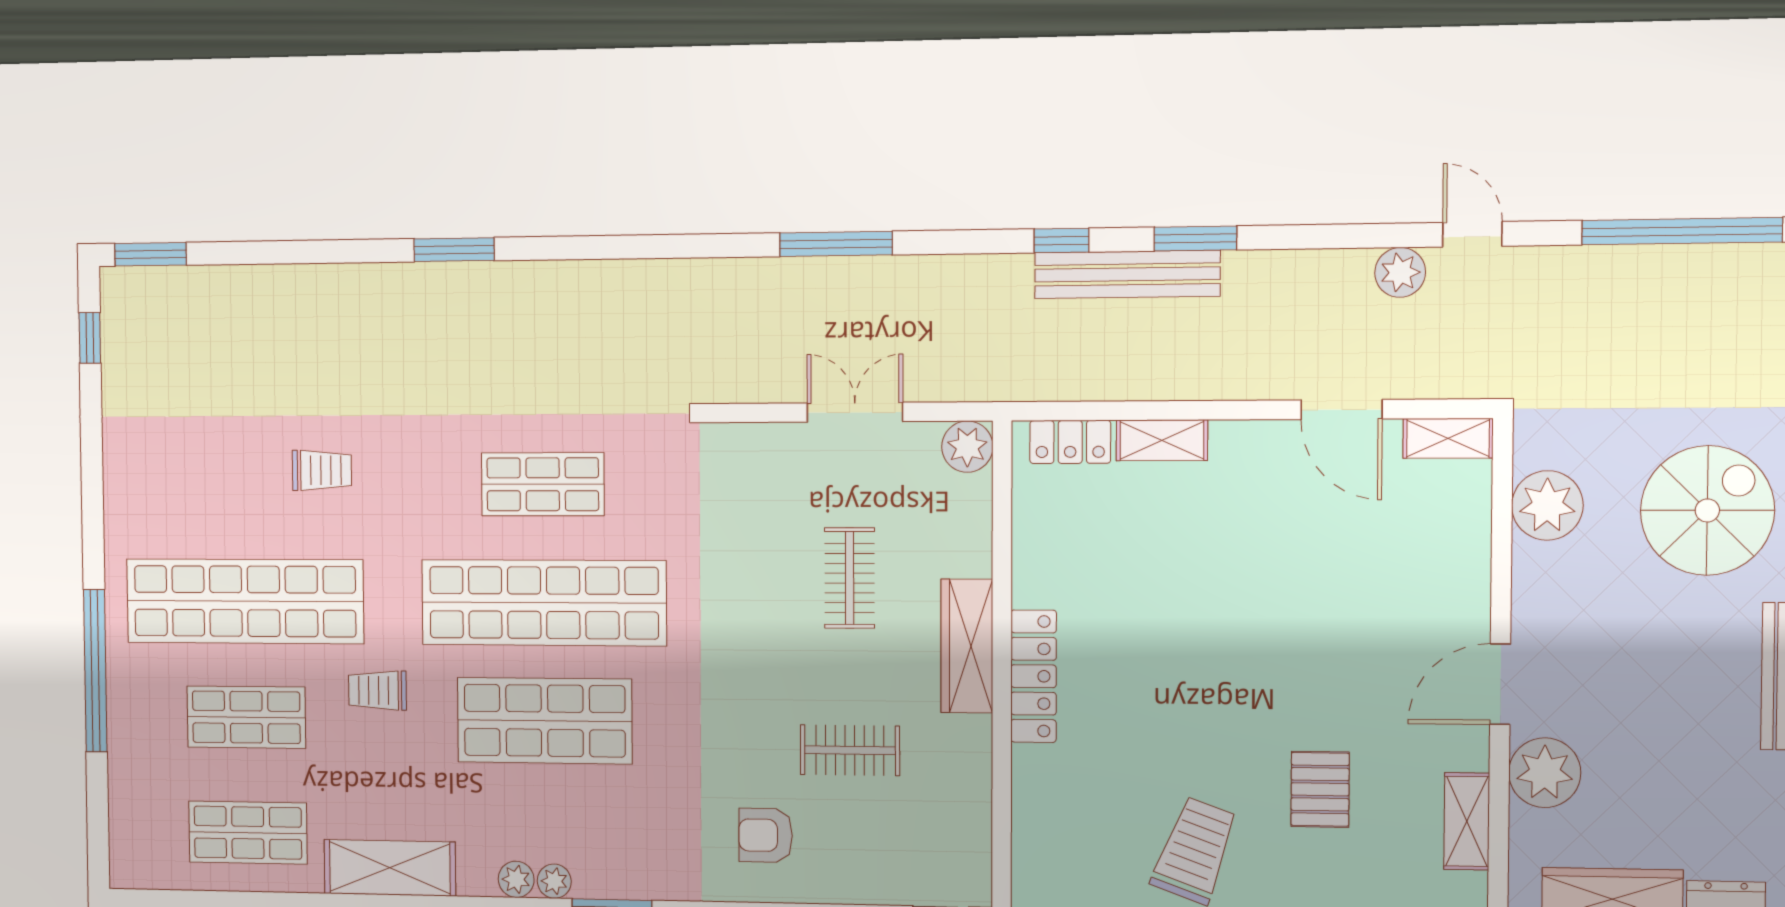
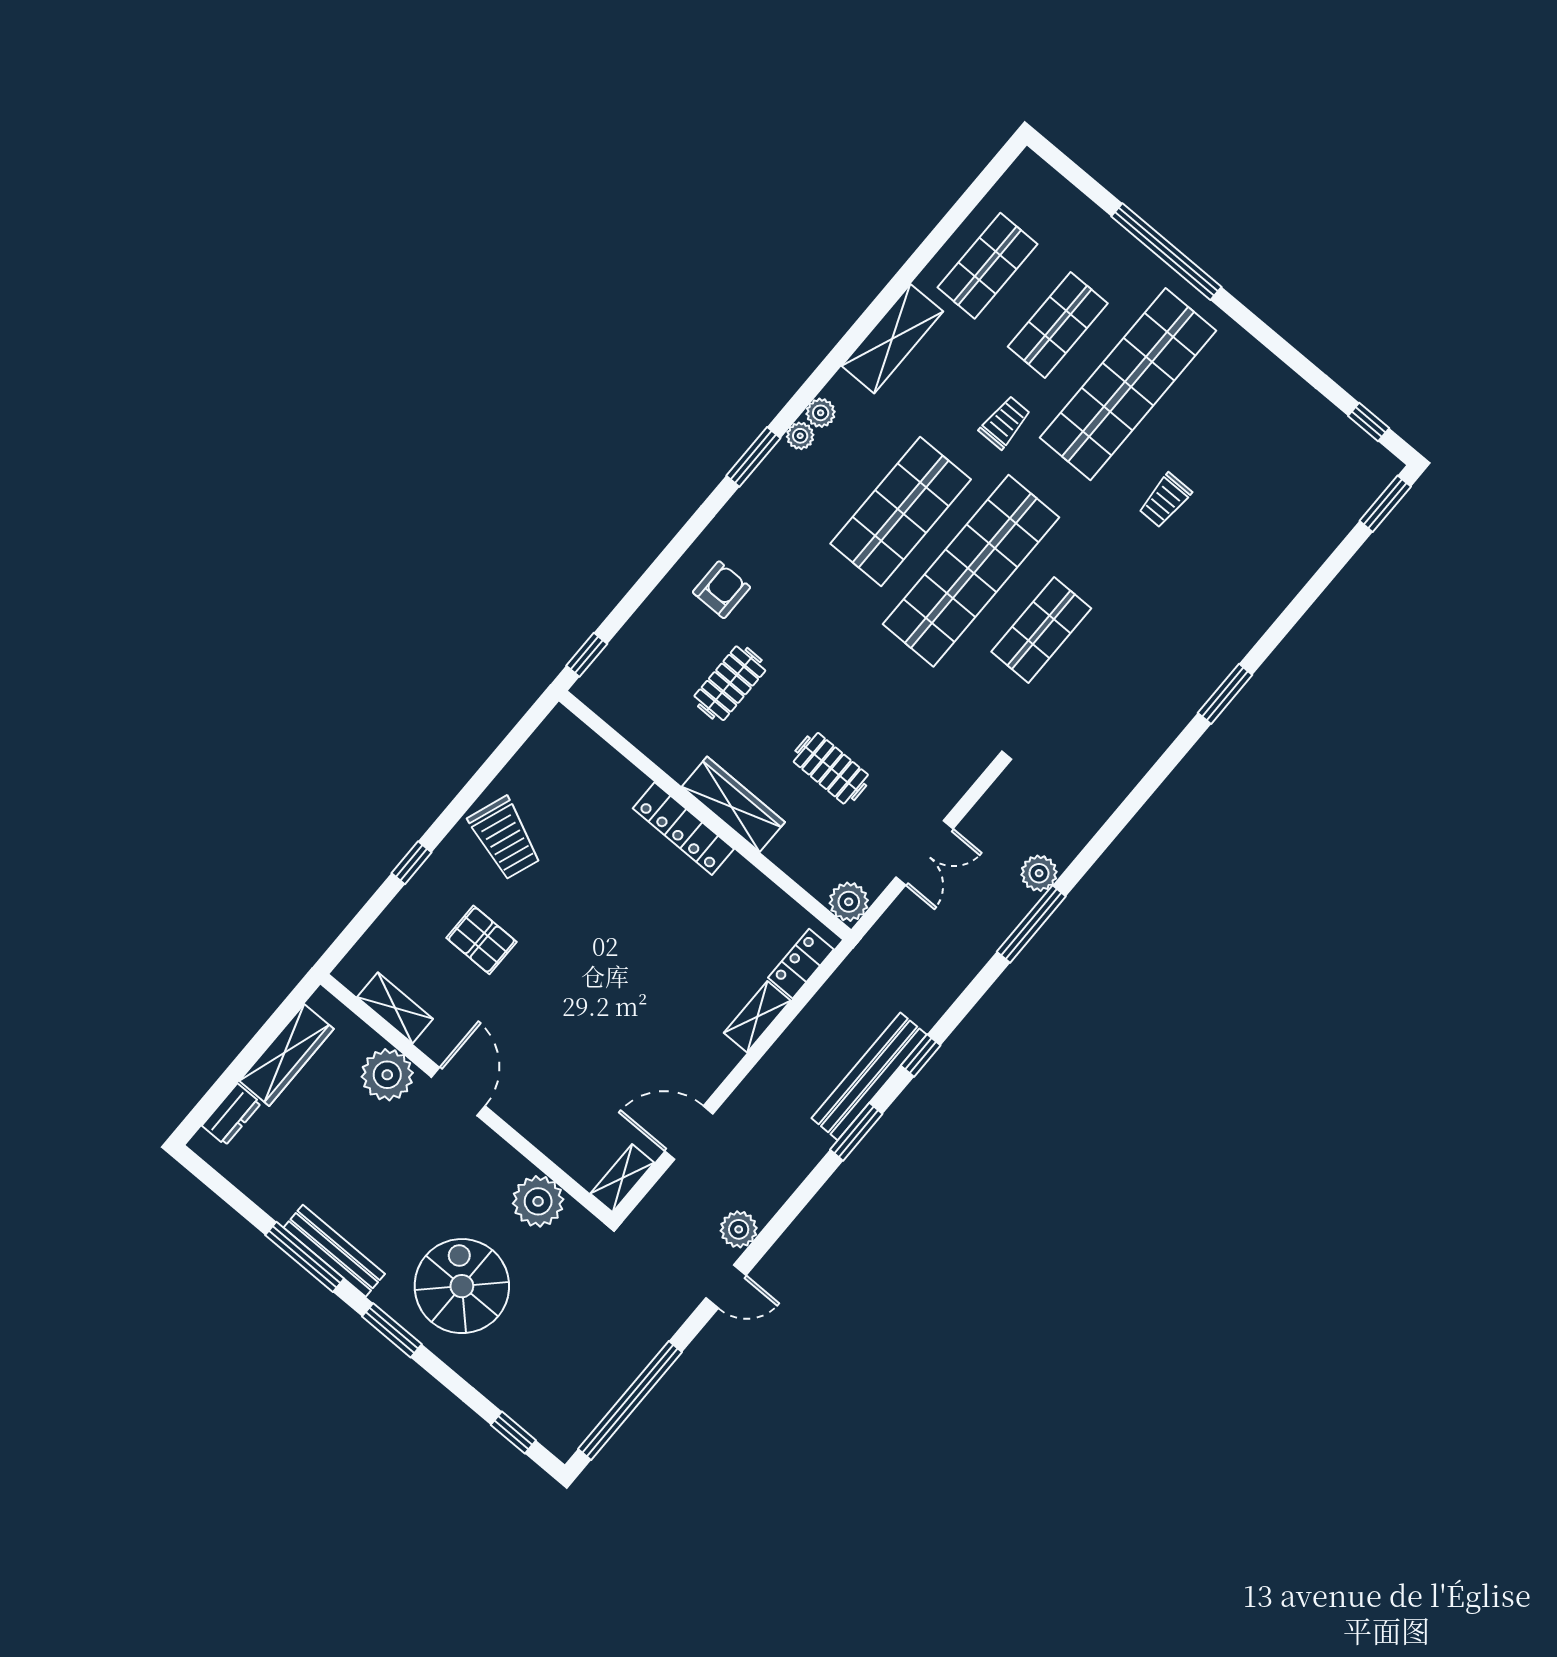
plant: (779, 280) -> (1039, 873), added
spiral stairs: (1707, 510) -> (462, 1286), turned 180

